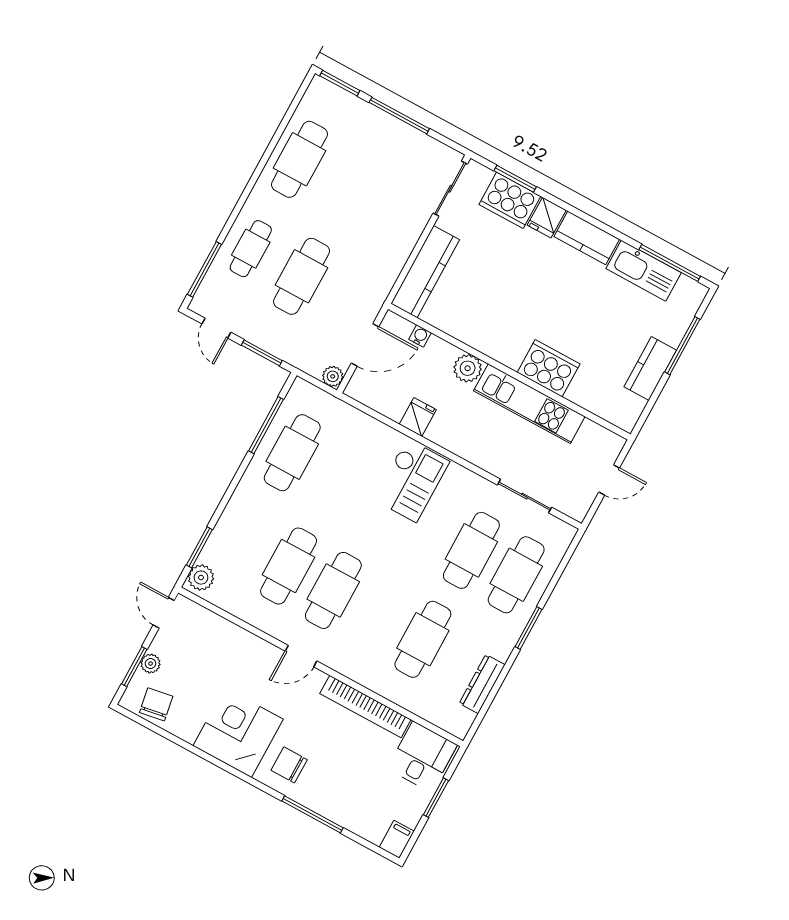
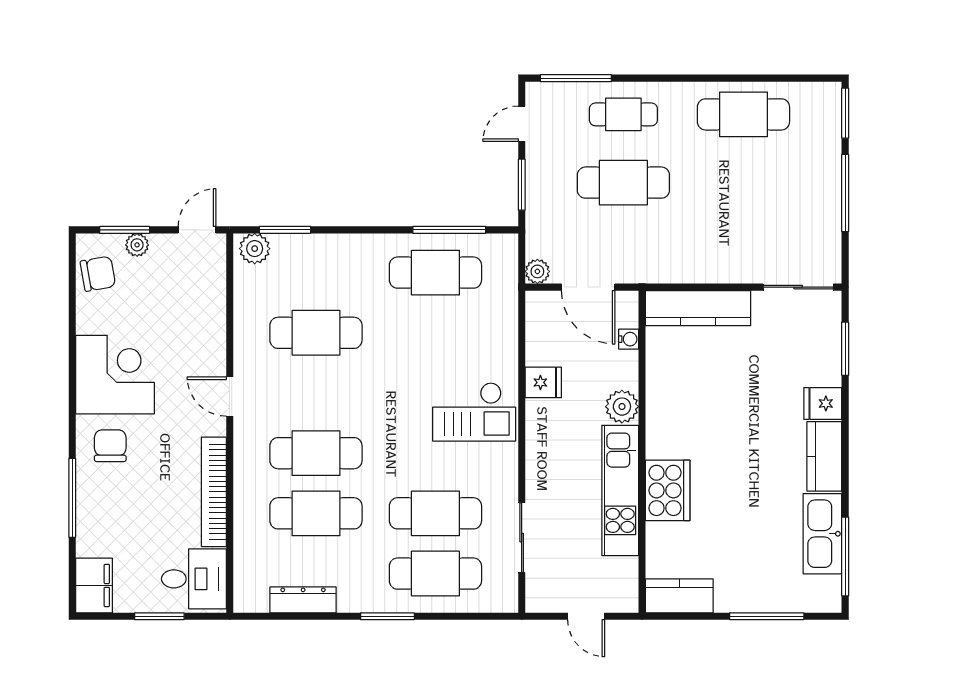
cooker: (510, 200) -> (820, 356), removed
kitchen counter: (650, 369) -> (679, 596), moved
cafe table: (333, 590) -> (316, 453), moved
filing cabinet: (397, 839) -> (94, 585), width x2.00

